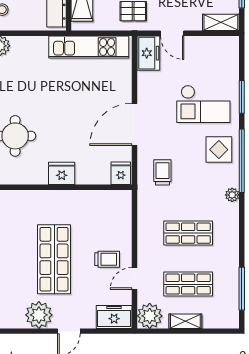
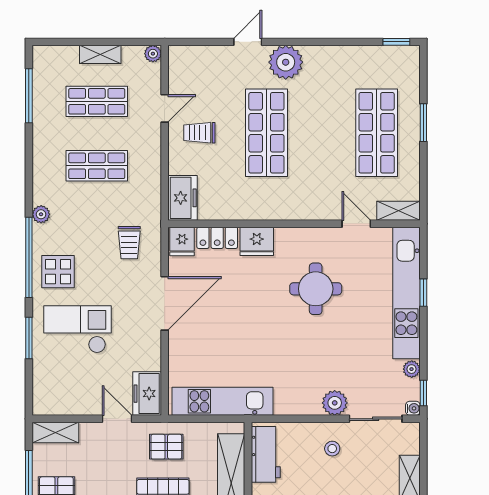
locker: (93, 176) -> (217, 238), added
plant: (150, 316) -> (153, 54), width x0.53, depth x0.53
freezer: (114, 317) -> (183, 198), moved, turned -90

